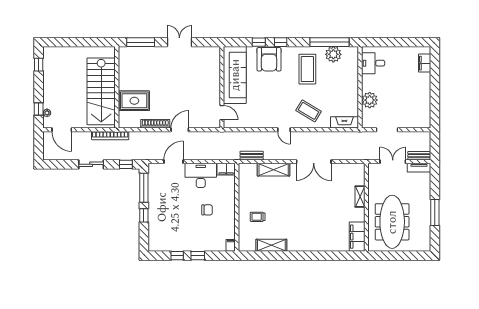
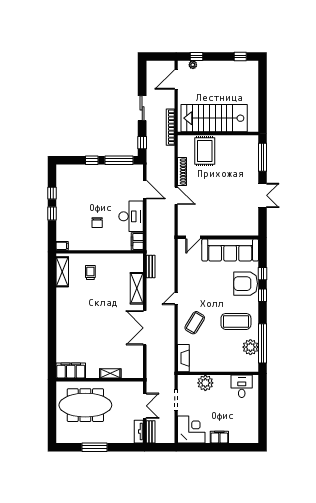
filing cabinet: (425, 63) -> (219, 437), moved
corner desk: (417, 114) -> (191, 430), added
shelving: (271, 245) -> (62, 272), moved

